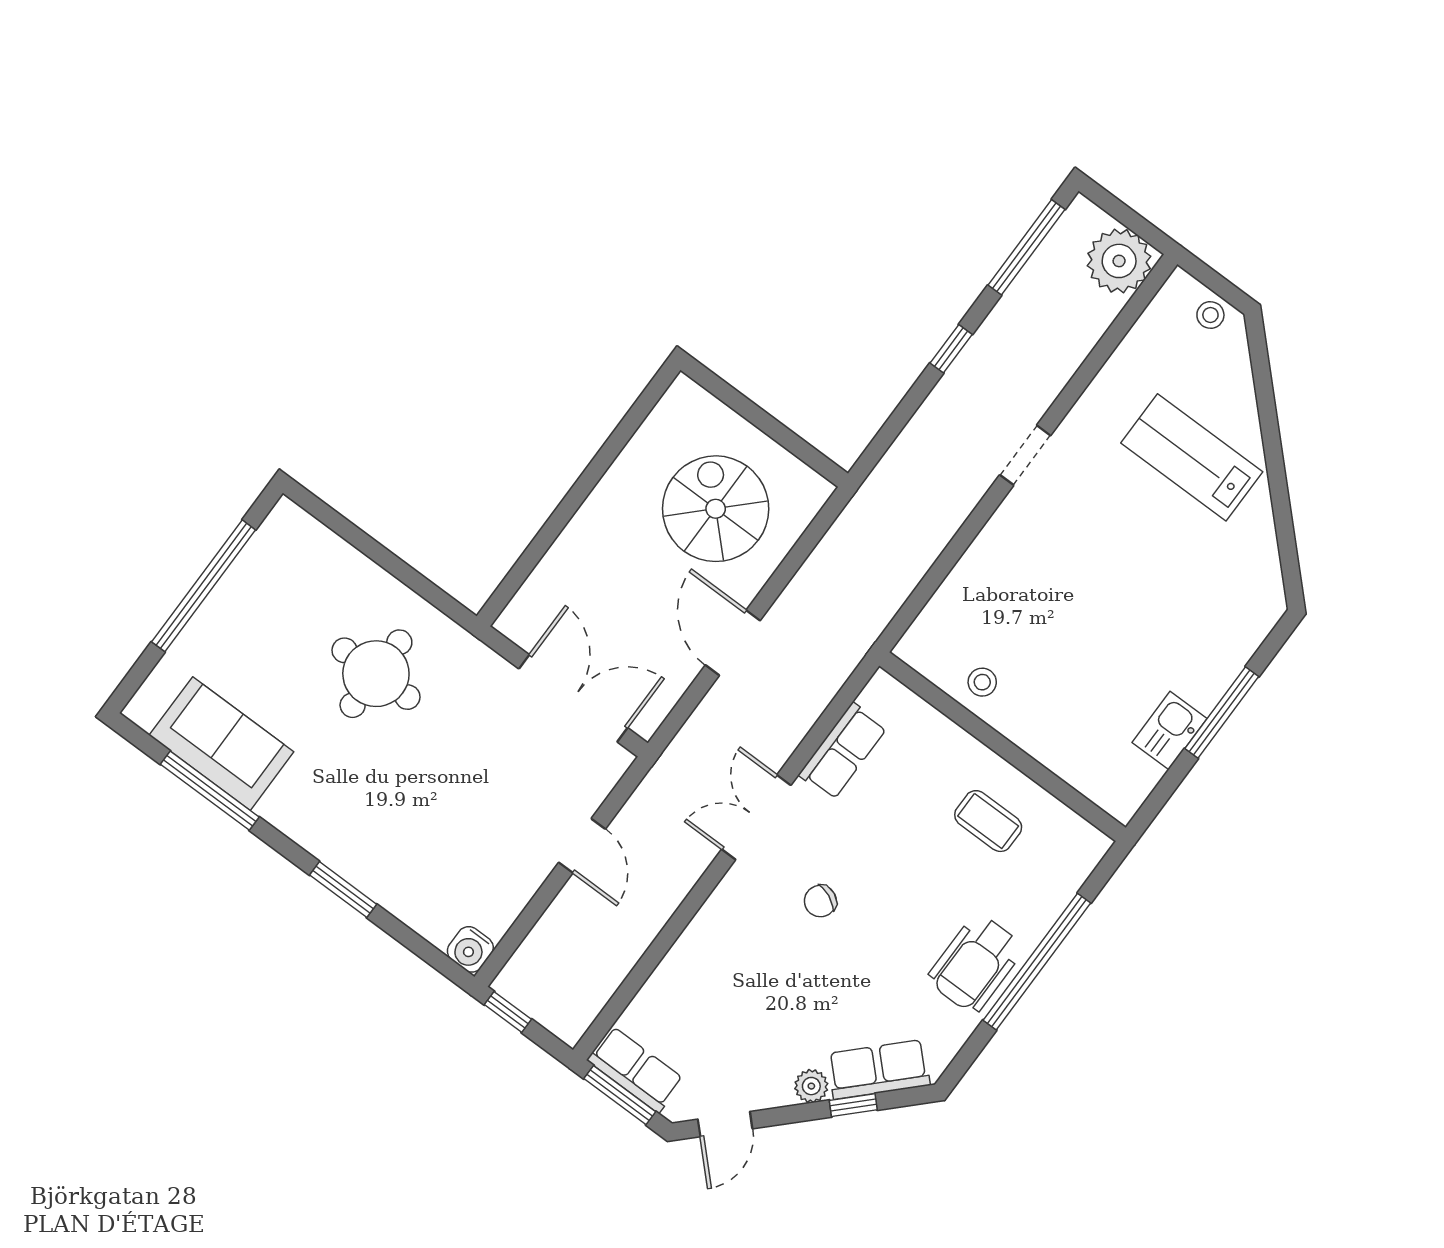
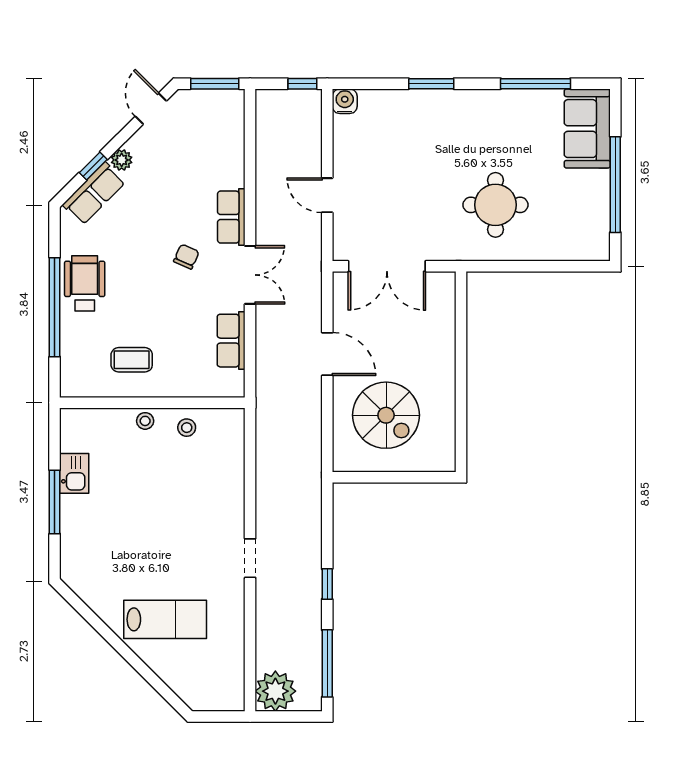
stool: (1210, 315) -> (145, 421), moved
sofa: (221, 744) -> (587, 129), moved, turned 90
row of seats: (635, 1070) -> (231, 217), moved, turned 90

